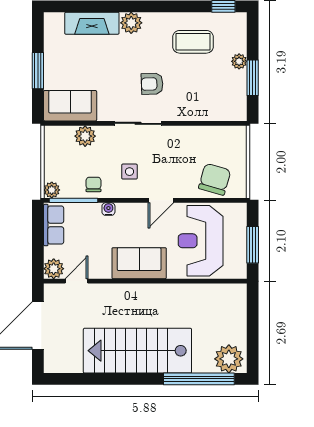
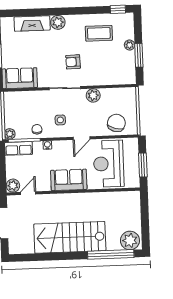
plant: (85, 136) -> (93, 95), moved
row of seats: (54, 225) -> (19, 148), moved, turned 90

